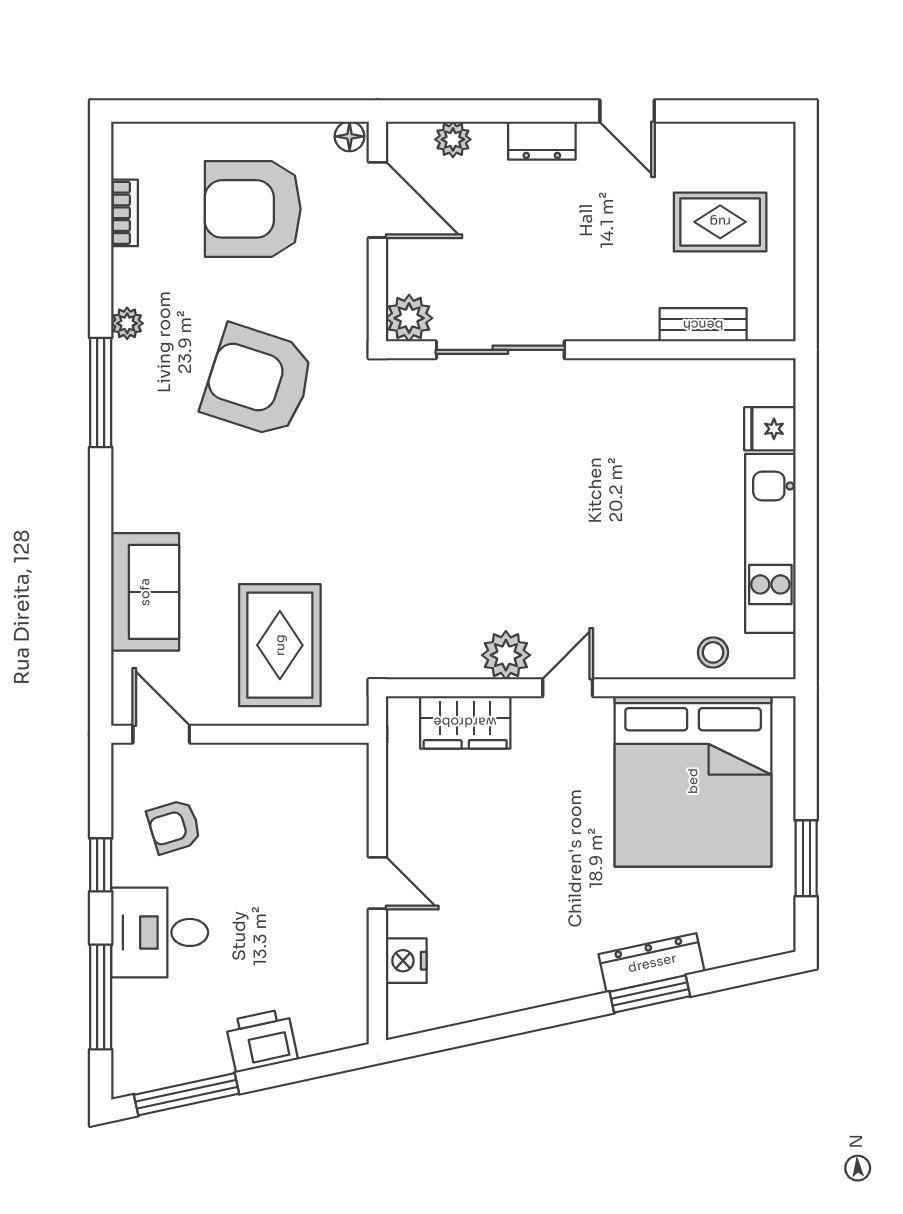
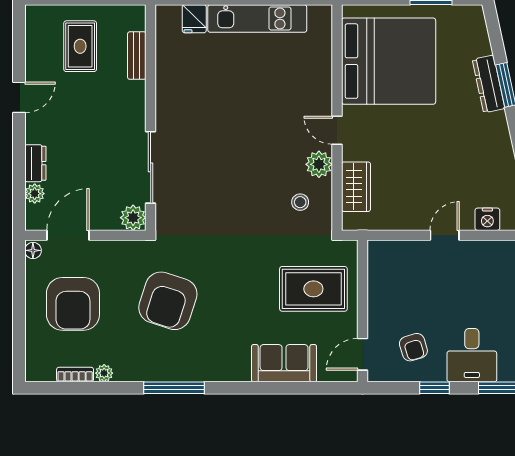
dresser: (542, 141) -> (35, 163), moved
plant: (127, 323) -> (104, 373), moved
stool: (713, 652) -> (300, 202), moved

